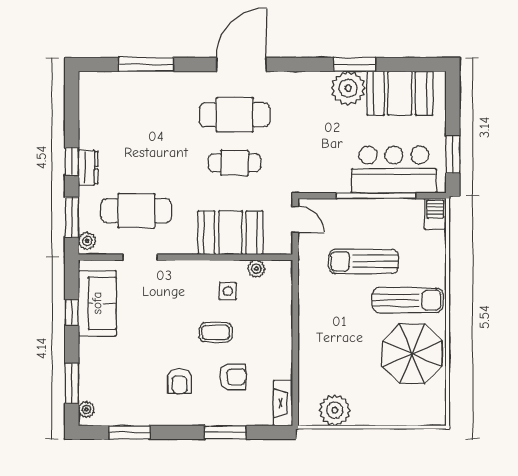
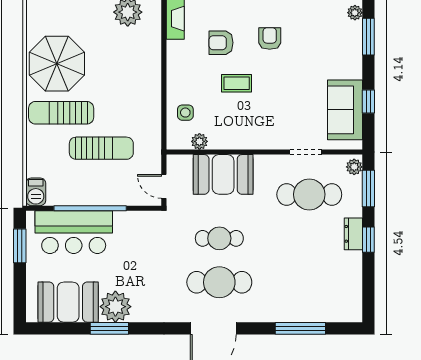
side table: (228, 291) -> (185, 113), moved

